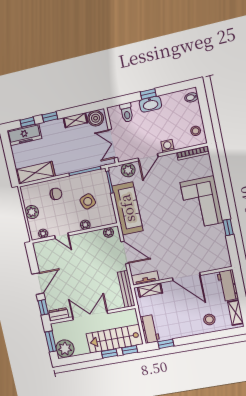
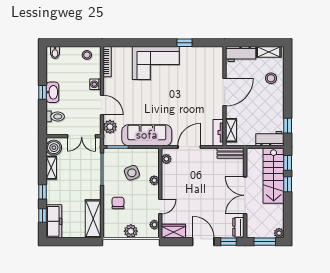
wardrobe: (41, 253) -> (173, 231), added
bench: (126, 289) -> (230, 153), width x0.73
plant: (65, 349) -> (279, 233), width x0.53, depth x0.53

